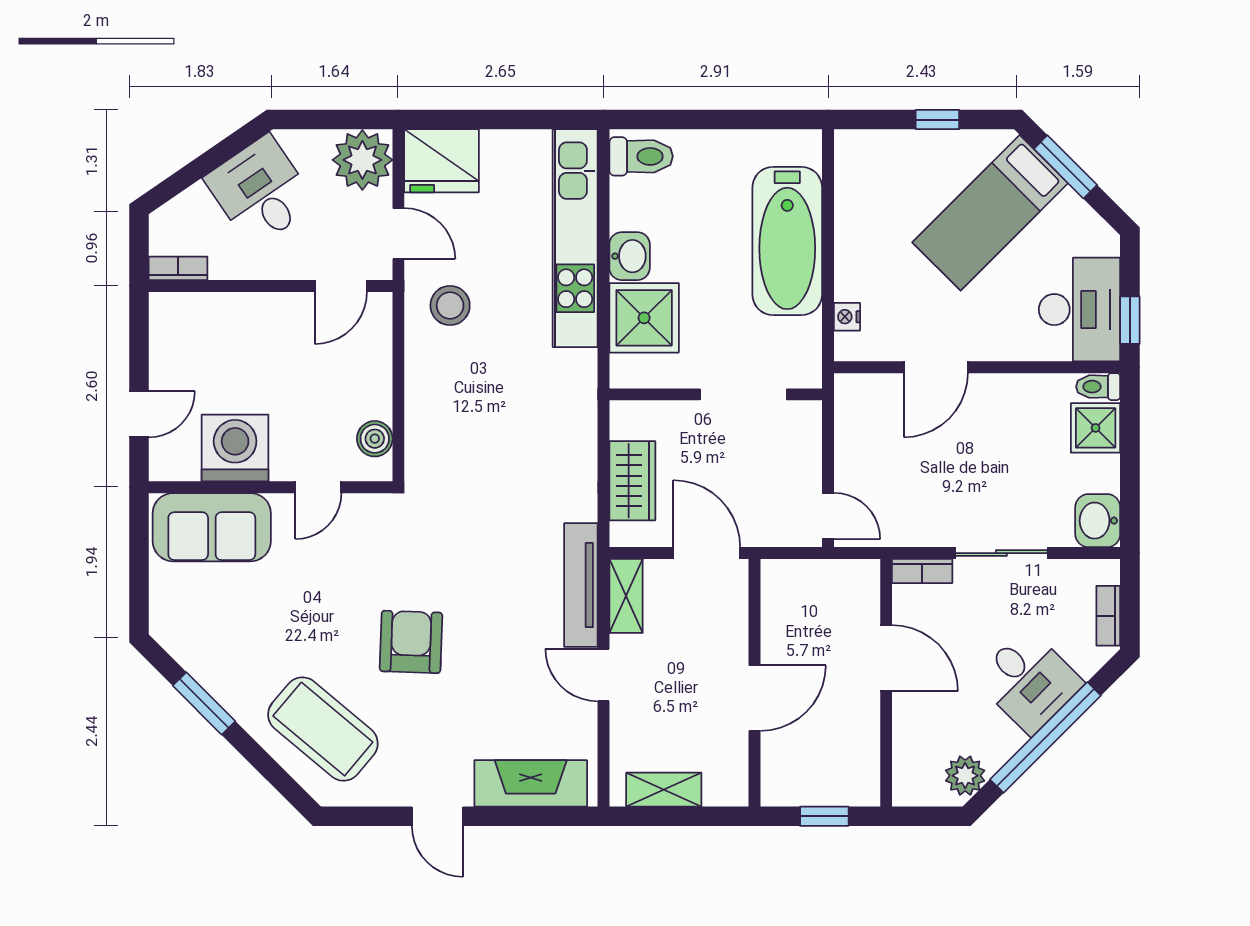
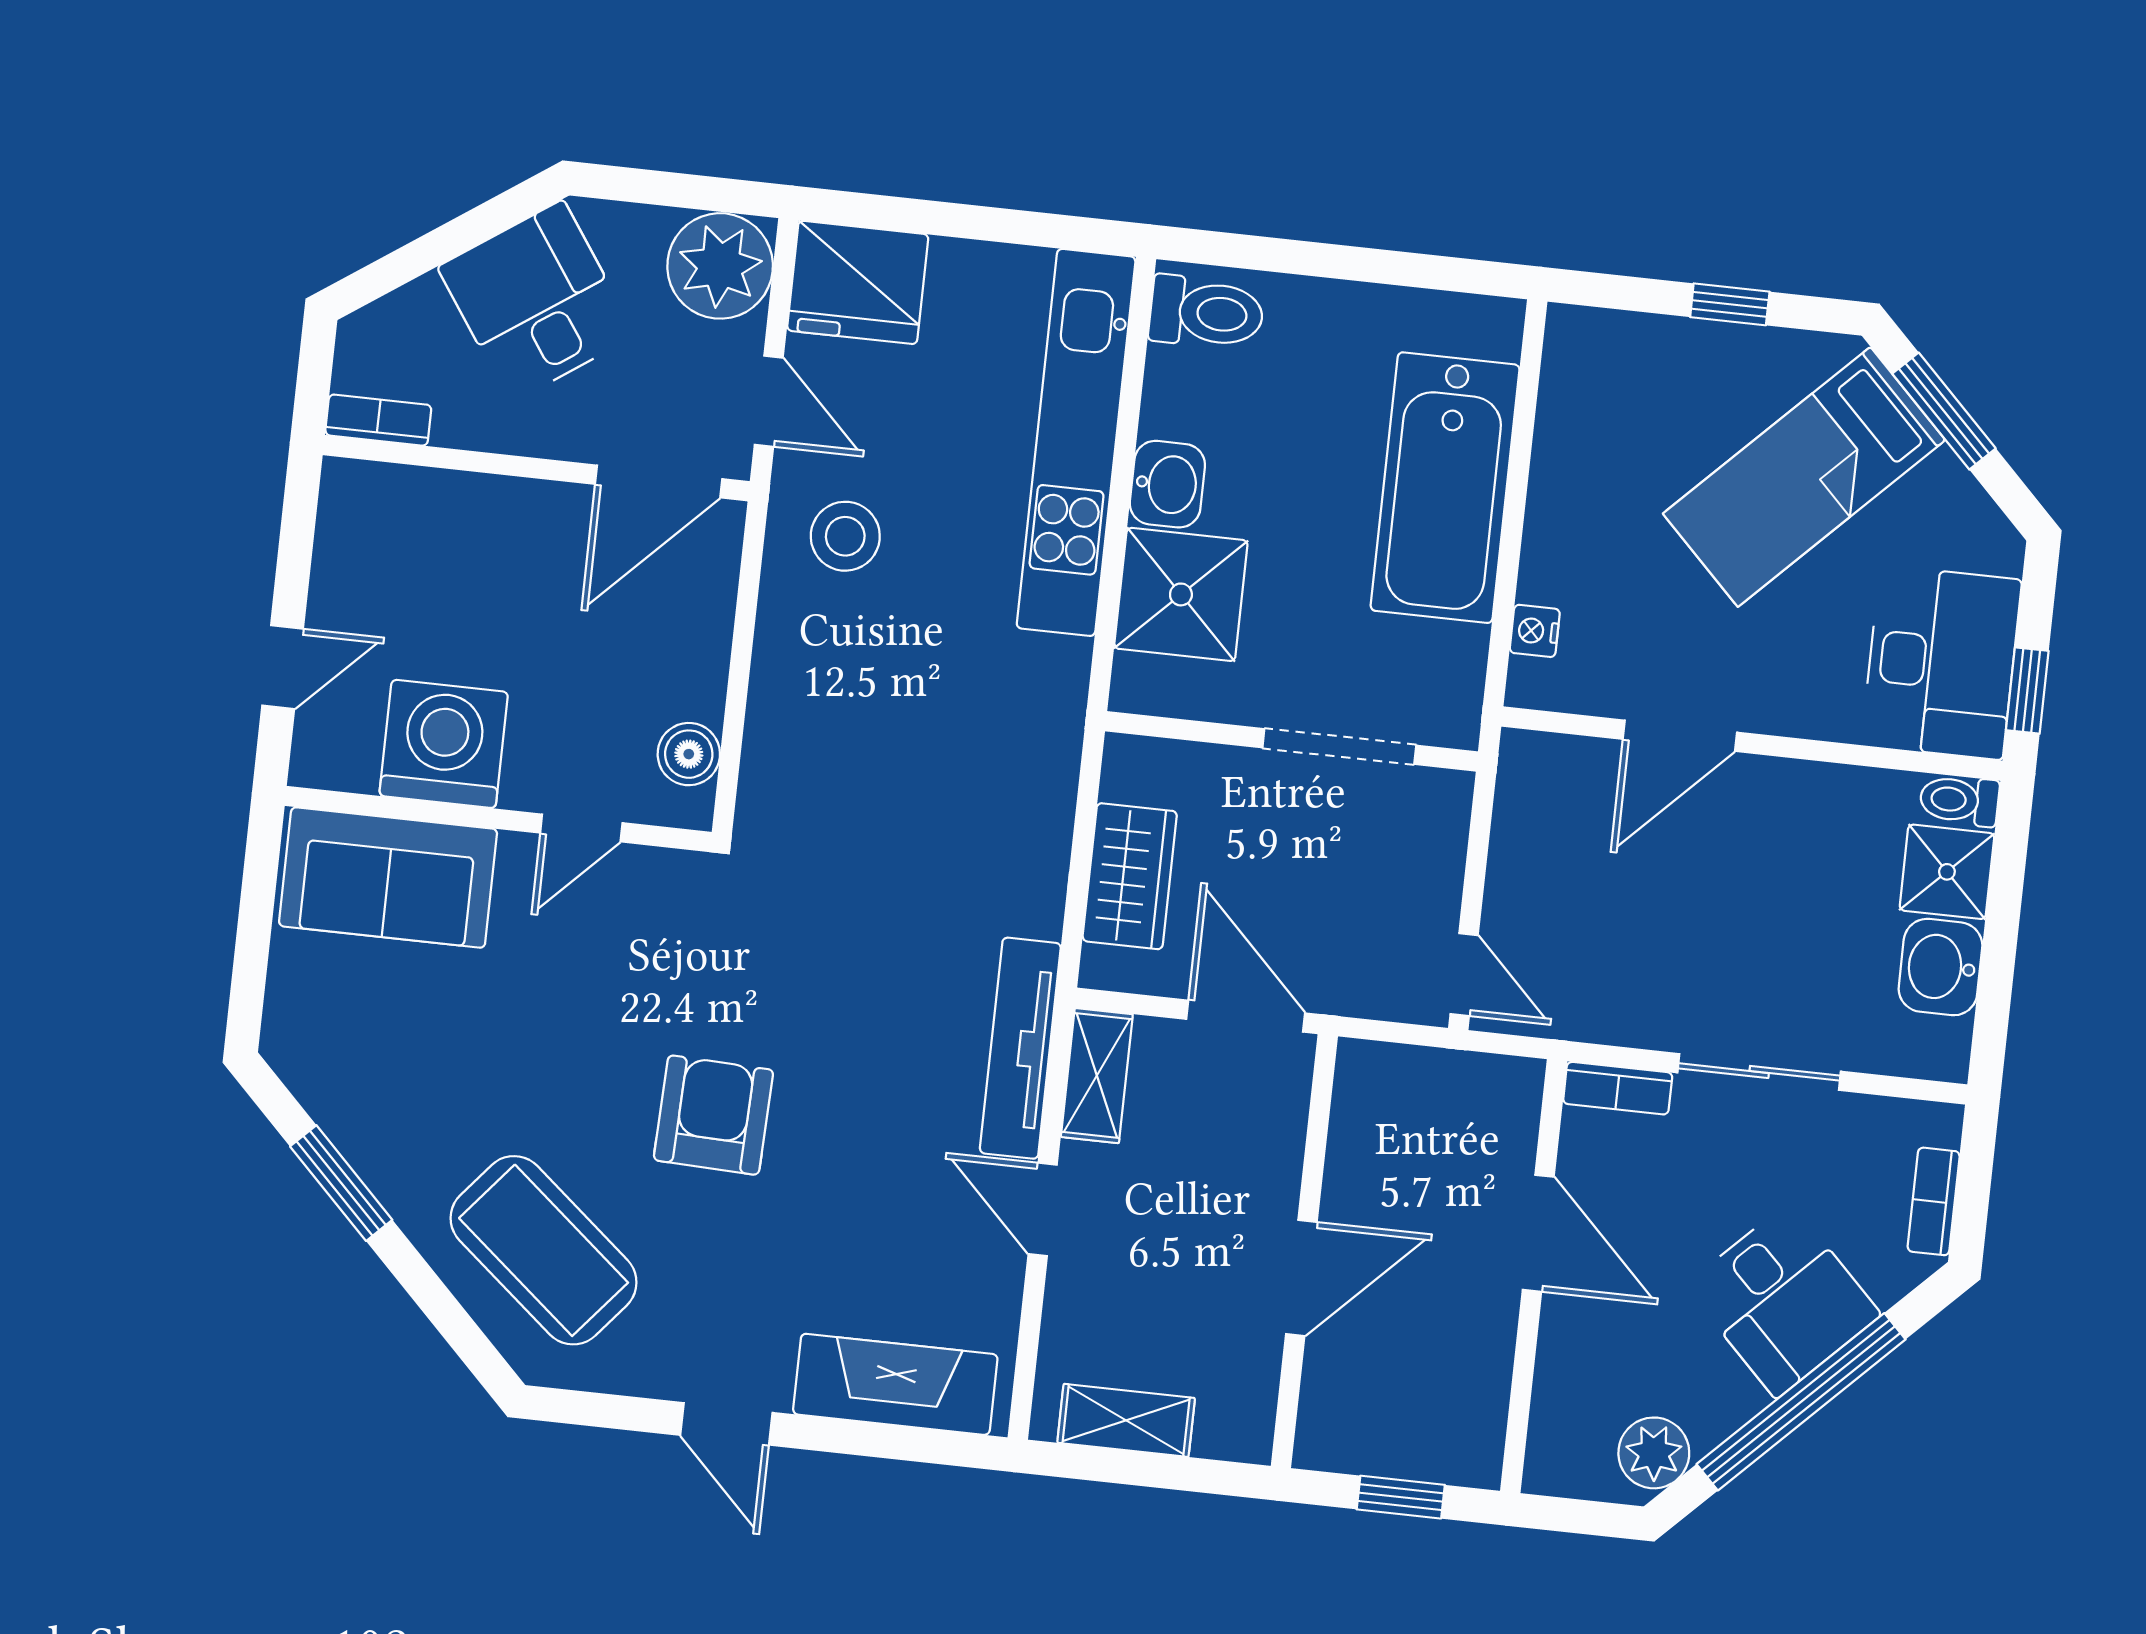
door: (341, 286) -> (659, 481), width x1.37
washbasin: (1098, 521) -> (1940, 967), moved

